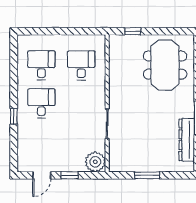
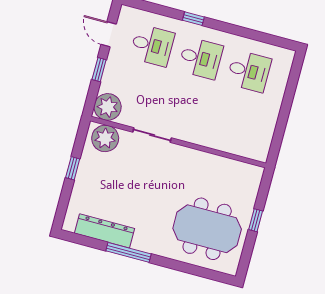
window: (133, 31) -> (256, 220), moved
desk: (81, 65) -> (152, 45), moved
plant: (119, 157) -> (105, 138), added
window: (147, 175) -> (73, 168), width x0.67

